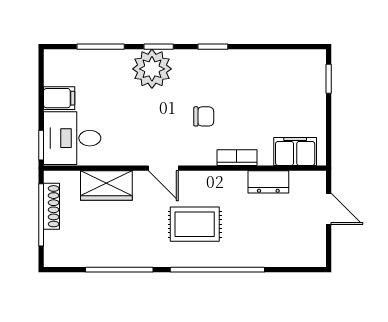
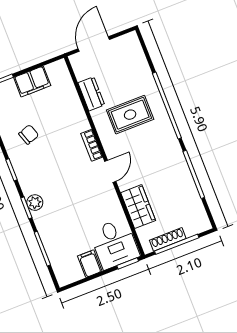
plant: (152, 69) -> (35, 203), width x0.53, depth x0.53
chair: (204, 116) -> (29, 134), moved, turned 71
filing cabinet: (295, 151) -> (32, 81), moved, turned -90
bookcase: (237, 158) -> (92, 145), moved
door: (329, 209) -> (94, 44), width x1.37
rug: (195, 224) -> (130, 115), moved, turned 90

